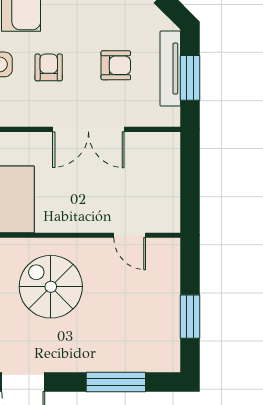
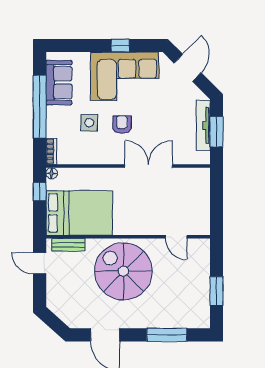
armchair: (116, 65) -> (167, 123), removed
double door: (88, 129) -> (149, 166), swing flipped
spiral stairs: (51, 287) -> (123, 271), width x1.37, depth x1.37

